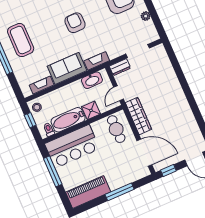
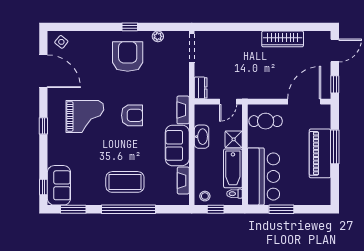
armchair: (75, 23) -> (132, 115), turned 180
doorway: (138, 51) -> (192, 48), moved
washbasin: (92, 80) -> (202, 137), moved
door: (118, 93) -> (228, 102), hinge flipped
wardrobe: (138, 116) -> (283, 39), moved, turned 180
window: (53, 171) -> (281, 209), width x0.69
piano: (88, 192) -> (320, 153), moved

